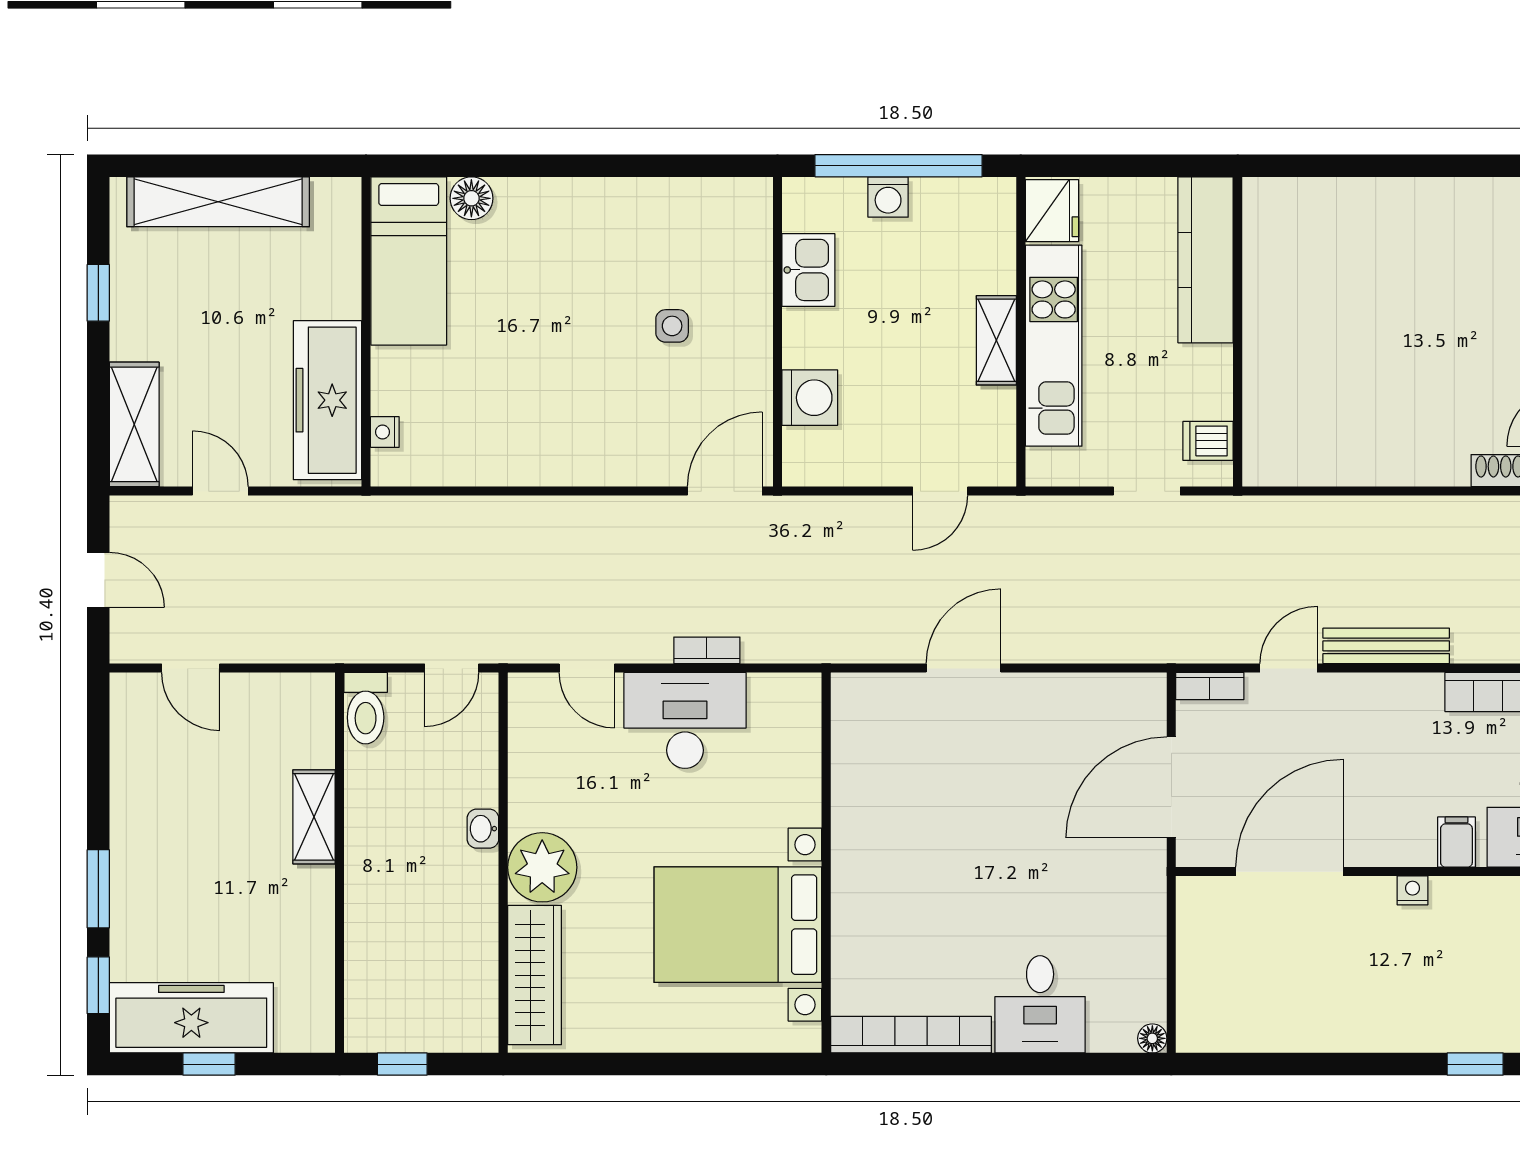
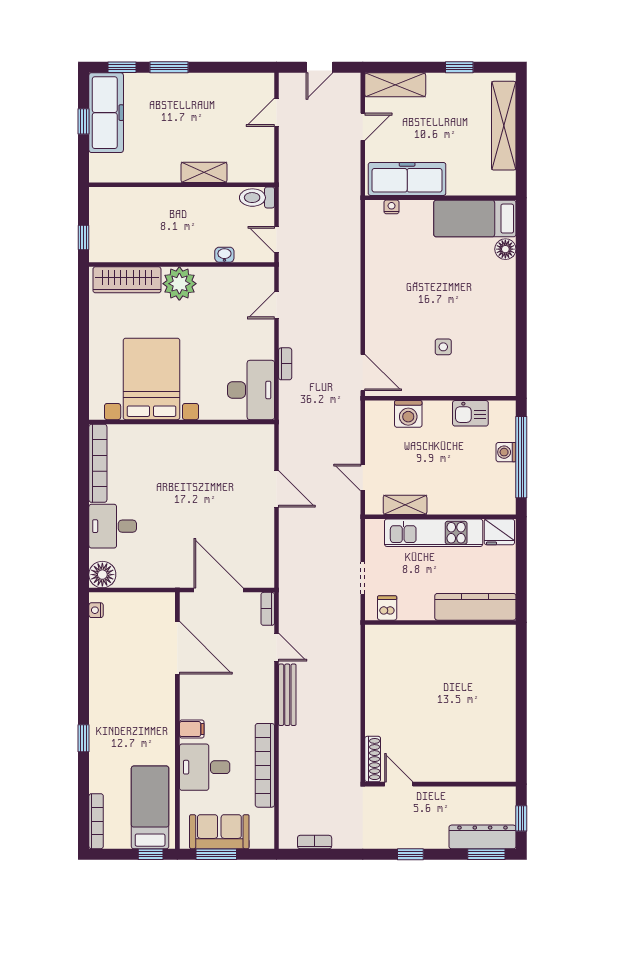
shelving: (996, 340) -> (405, 505), moved
desk: (685, 720) -> (251, 390), moved
washbasin: (483, 829) -> (224, 255), moved
nightstand: (1413, 890) -> (96, 610), moved, turned 180
floor lamp: (1152, 1038) -> (102, 575), width x1.89, depth x1.89
window: (402, 1064) -> (84, 238), moved

